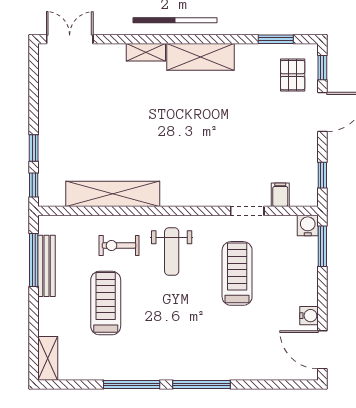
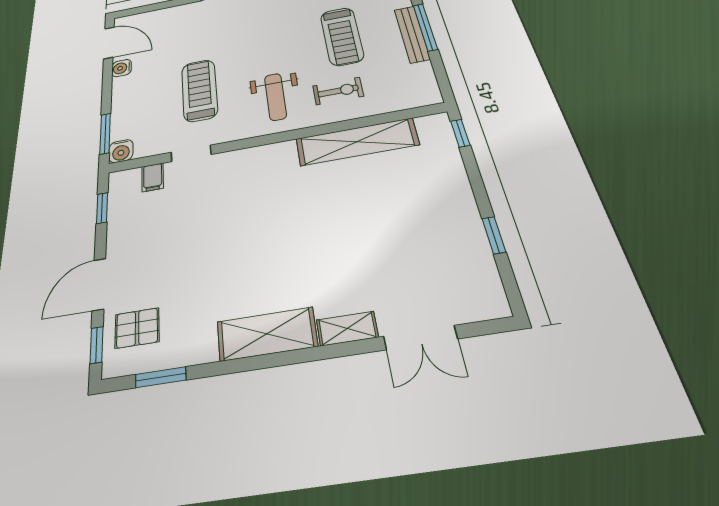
double door: (70, 39) -> (420, 338), moved
pallet: (293, 75) -> (137, 328), turned 90
window: (34, 148) -> (494, 235), moved
weight bench: (172, 252) -> (275, 97), turned 180
window: (34, 260) -> (425, 27), moved
bench: (46, 266) -> (412, 34), moved
treadmill: (237, 273) -> (199, 90), turned 180

